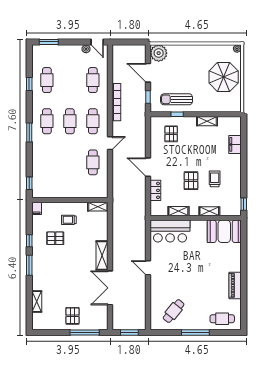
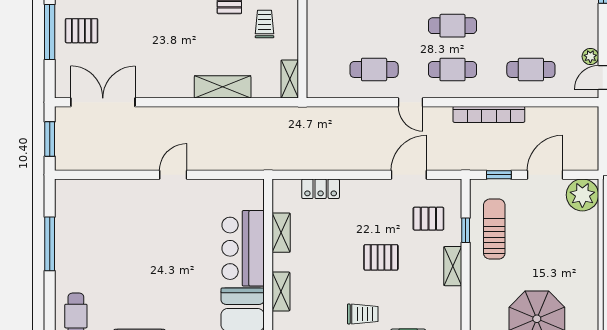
shelving: (207, 121) -> (453, 266), moved
door: (148, 167) -> (409, 175), moved
trolley: (215, 179) -> (363, 314), moved
pallet: (191, 181) -> (381, 257), moved
bar counter: (170, 231) -> (243, 248), moved
shelving: (102, 255) -> (223, 87), moved
double door: (110, 288) -> (103, 102), moved
cafe table: (174, 311) -> (91, 223), removed
window: (85, 333) -> (50, 32), moved
window: (195, 333) -> (50, 244), moved

